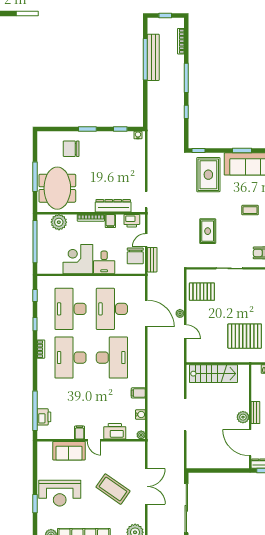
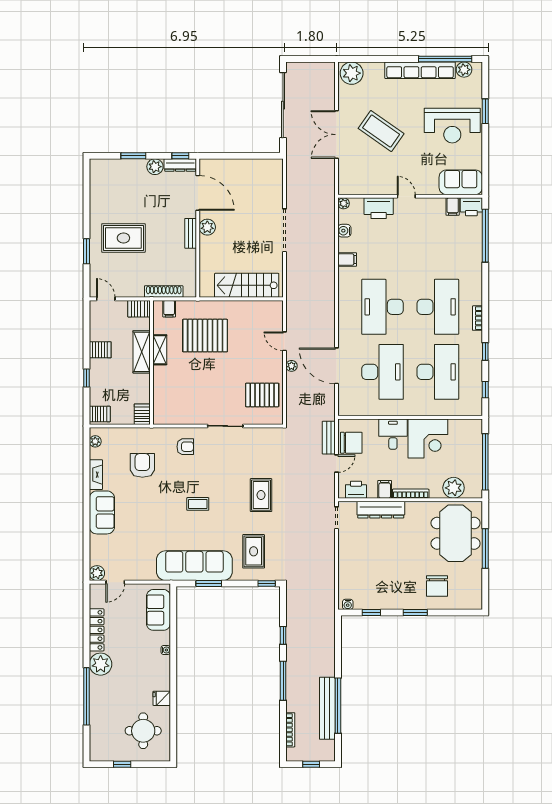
chair: (71, 149) -> (437, 586), turned 90
rug: (208, 175) -> (254, 551), width x0.73, depth x0.70
rug: (208, 231) -> (261, 495), moved
chair: (135, 256) -> (351, 443), turned 90
printer: (44, 417) -> (471, 207), moved, turned -90
filing cabinet: (79, 433) -> (453, 207), moved
sofa: (69, 451) -> (461, 182), moved
reception desk: (60, 493) -> (452, 126), turned 180

